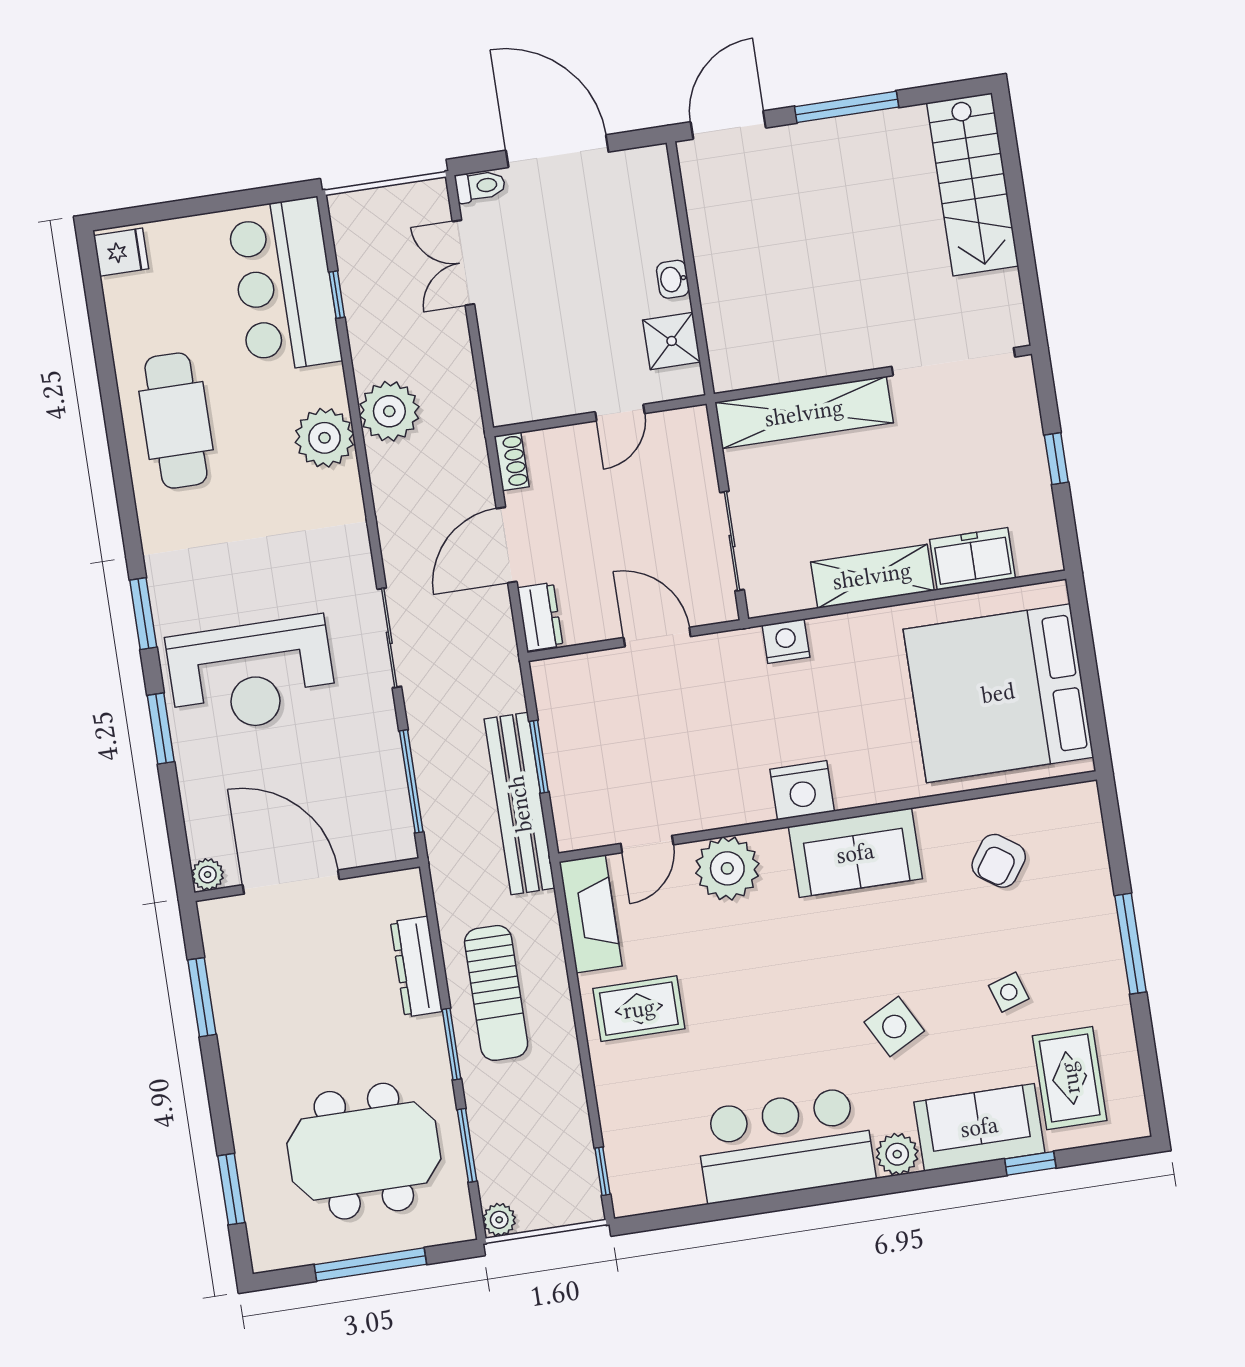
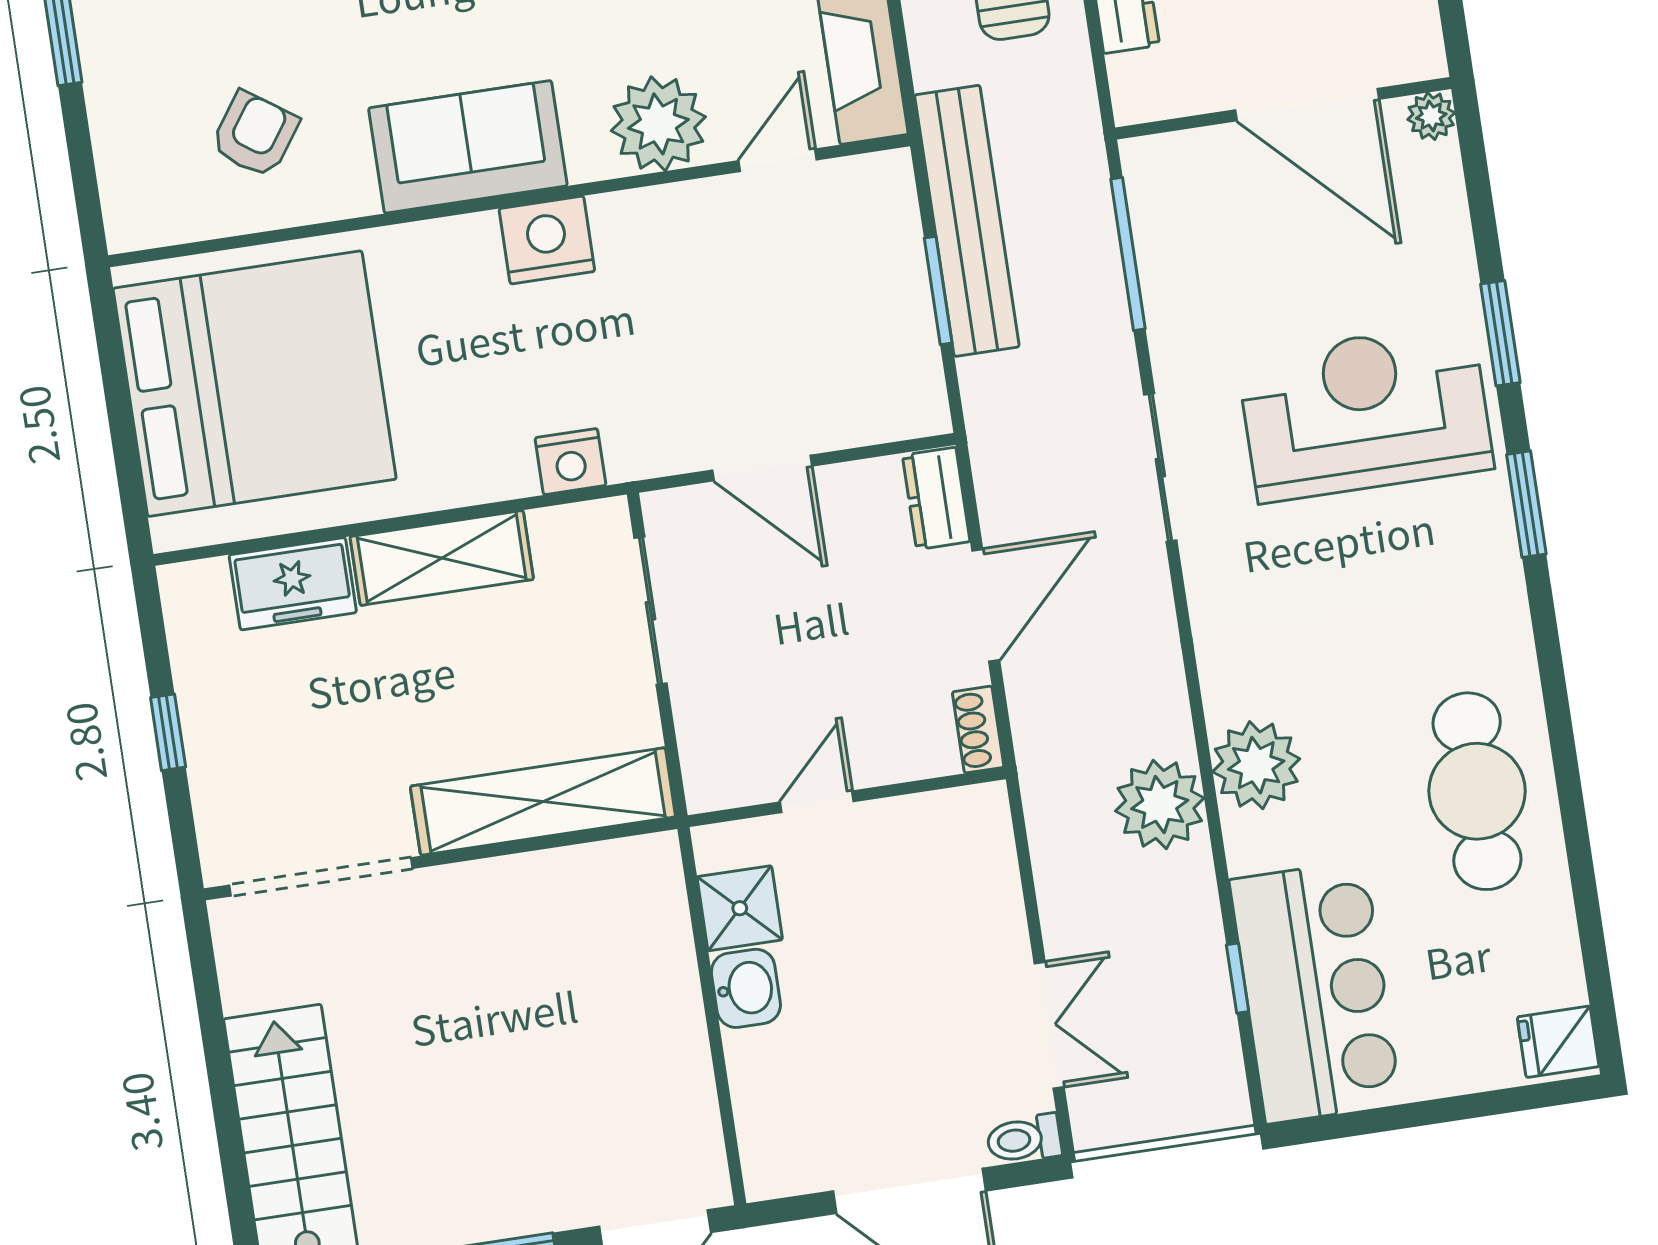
washbasin: (673, 279) -> (746, 988), width x1.38, depth x1.45

